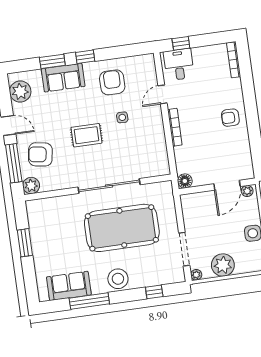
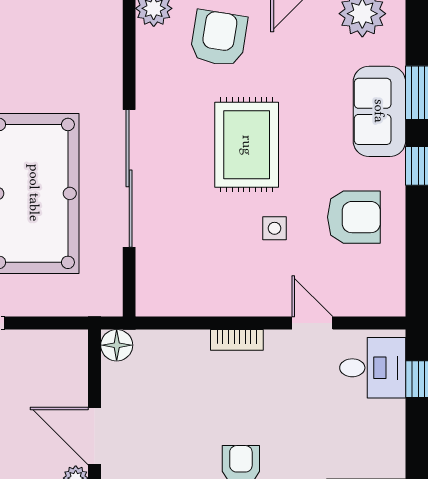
bookcase: (175, 127) -> (237, 340), width x0.64
rug: (86, 135) -> (247, 145), width x1.36, depth x1.43

